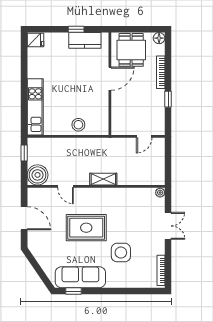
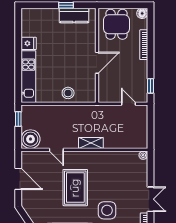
fridge: (35, 40) -> (29, 43), moved
door: (110, 79) -> (97, 63), moved
window: (168, 99) -> (150, 86), moved
door: (144, 136) -> (128, 104), swing flipped
double door: (168, 226) -> (150, 199), moved
rug: (86, 228) -> (75, 188), turned 90

